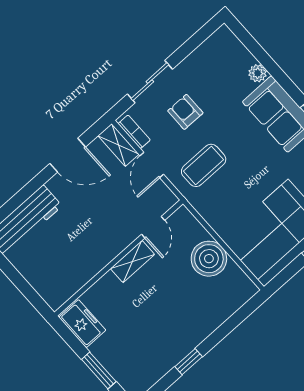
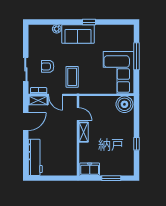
boiler: (209, 259) -> (124, 104), moved

